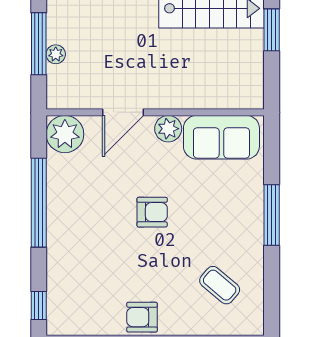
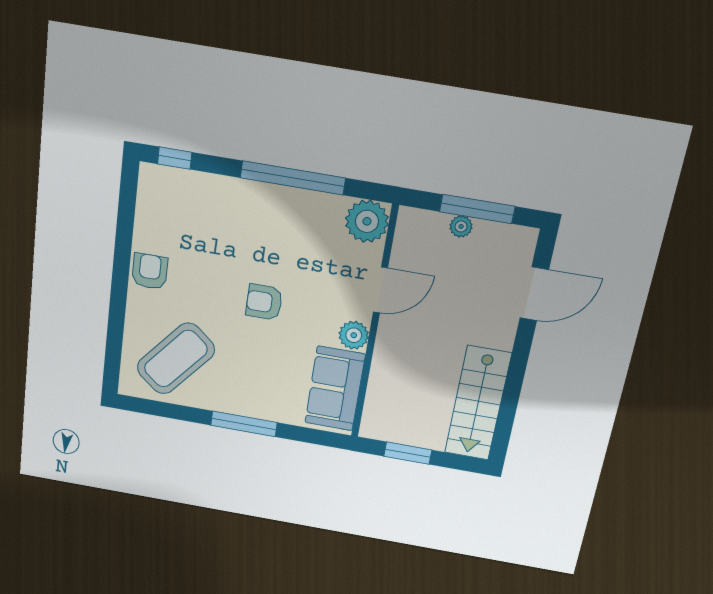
window: (272, 30) -> (408, 453), moved
door: (123, 112) -> (380, 290), swing flipped
armchair: (152, 212) -> (264, 302), turned 90
coffee table: (220, 285) -> (176, 359), width x1.86, depth x1.72

